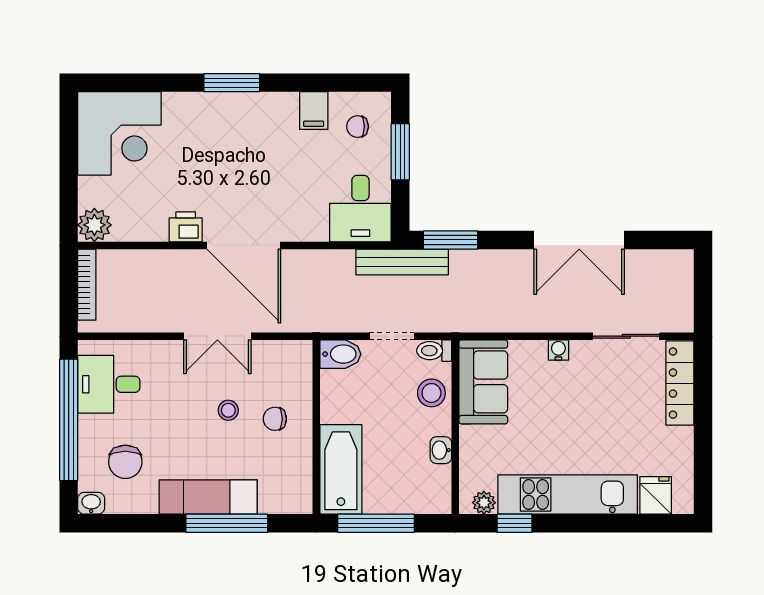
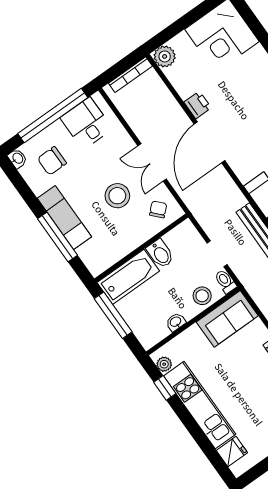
bidet: (340, 354) -> (160, 254), moved
stool: (228, 410) -> (117, 196), width x1.89, depth x1.89
chair: (275, 419) -> (158, 209), moved, turned 47

